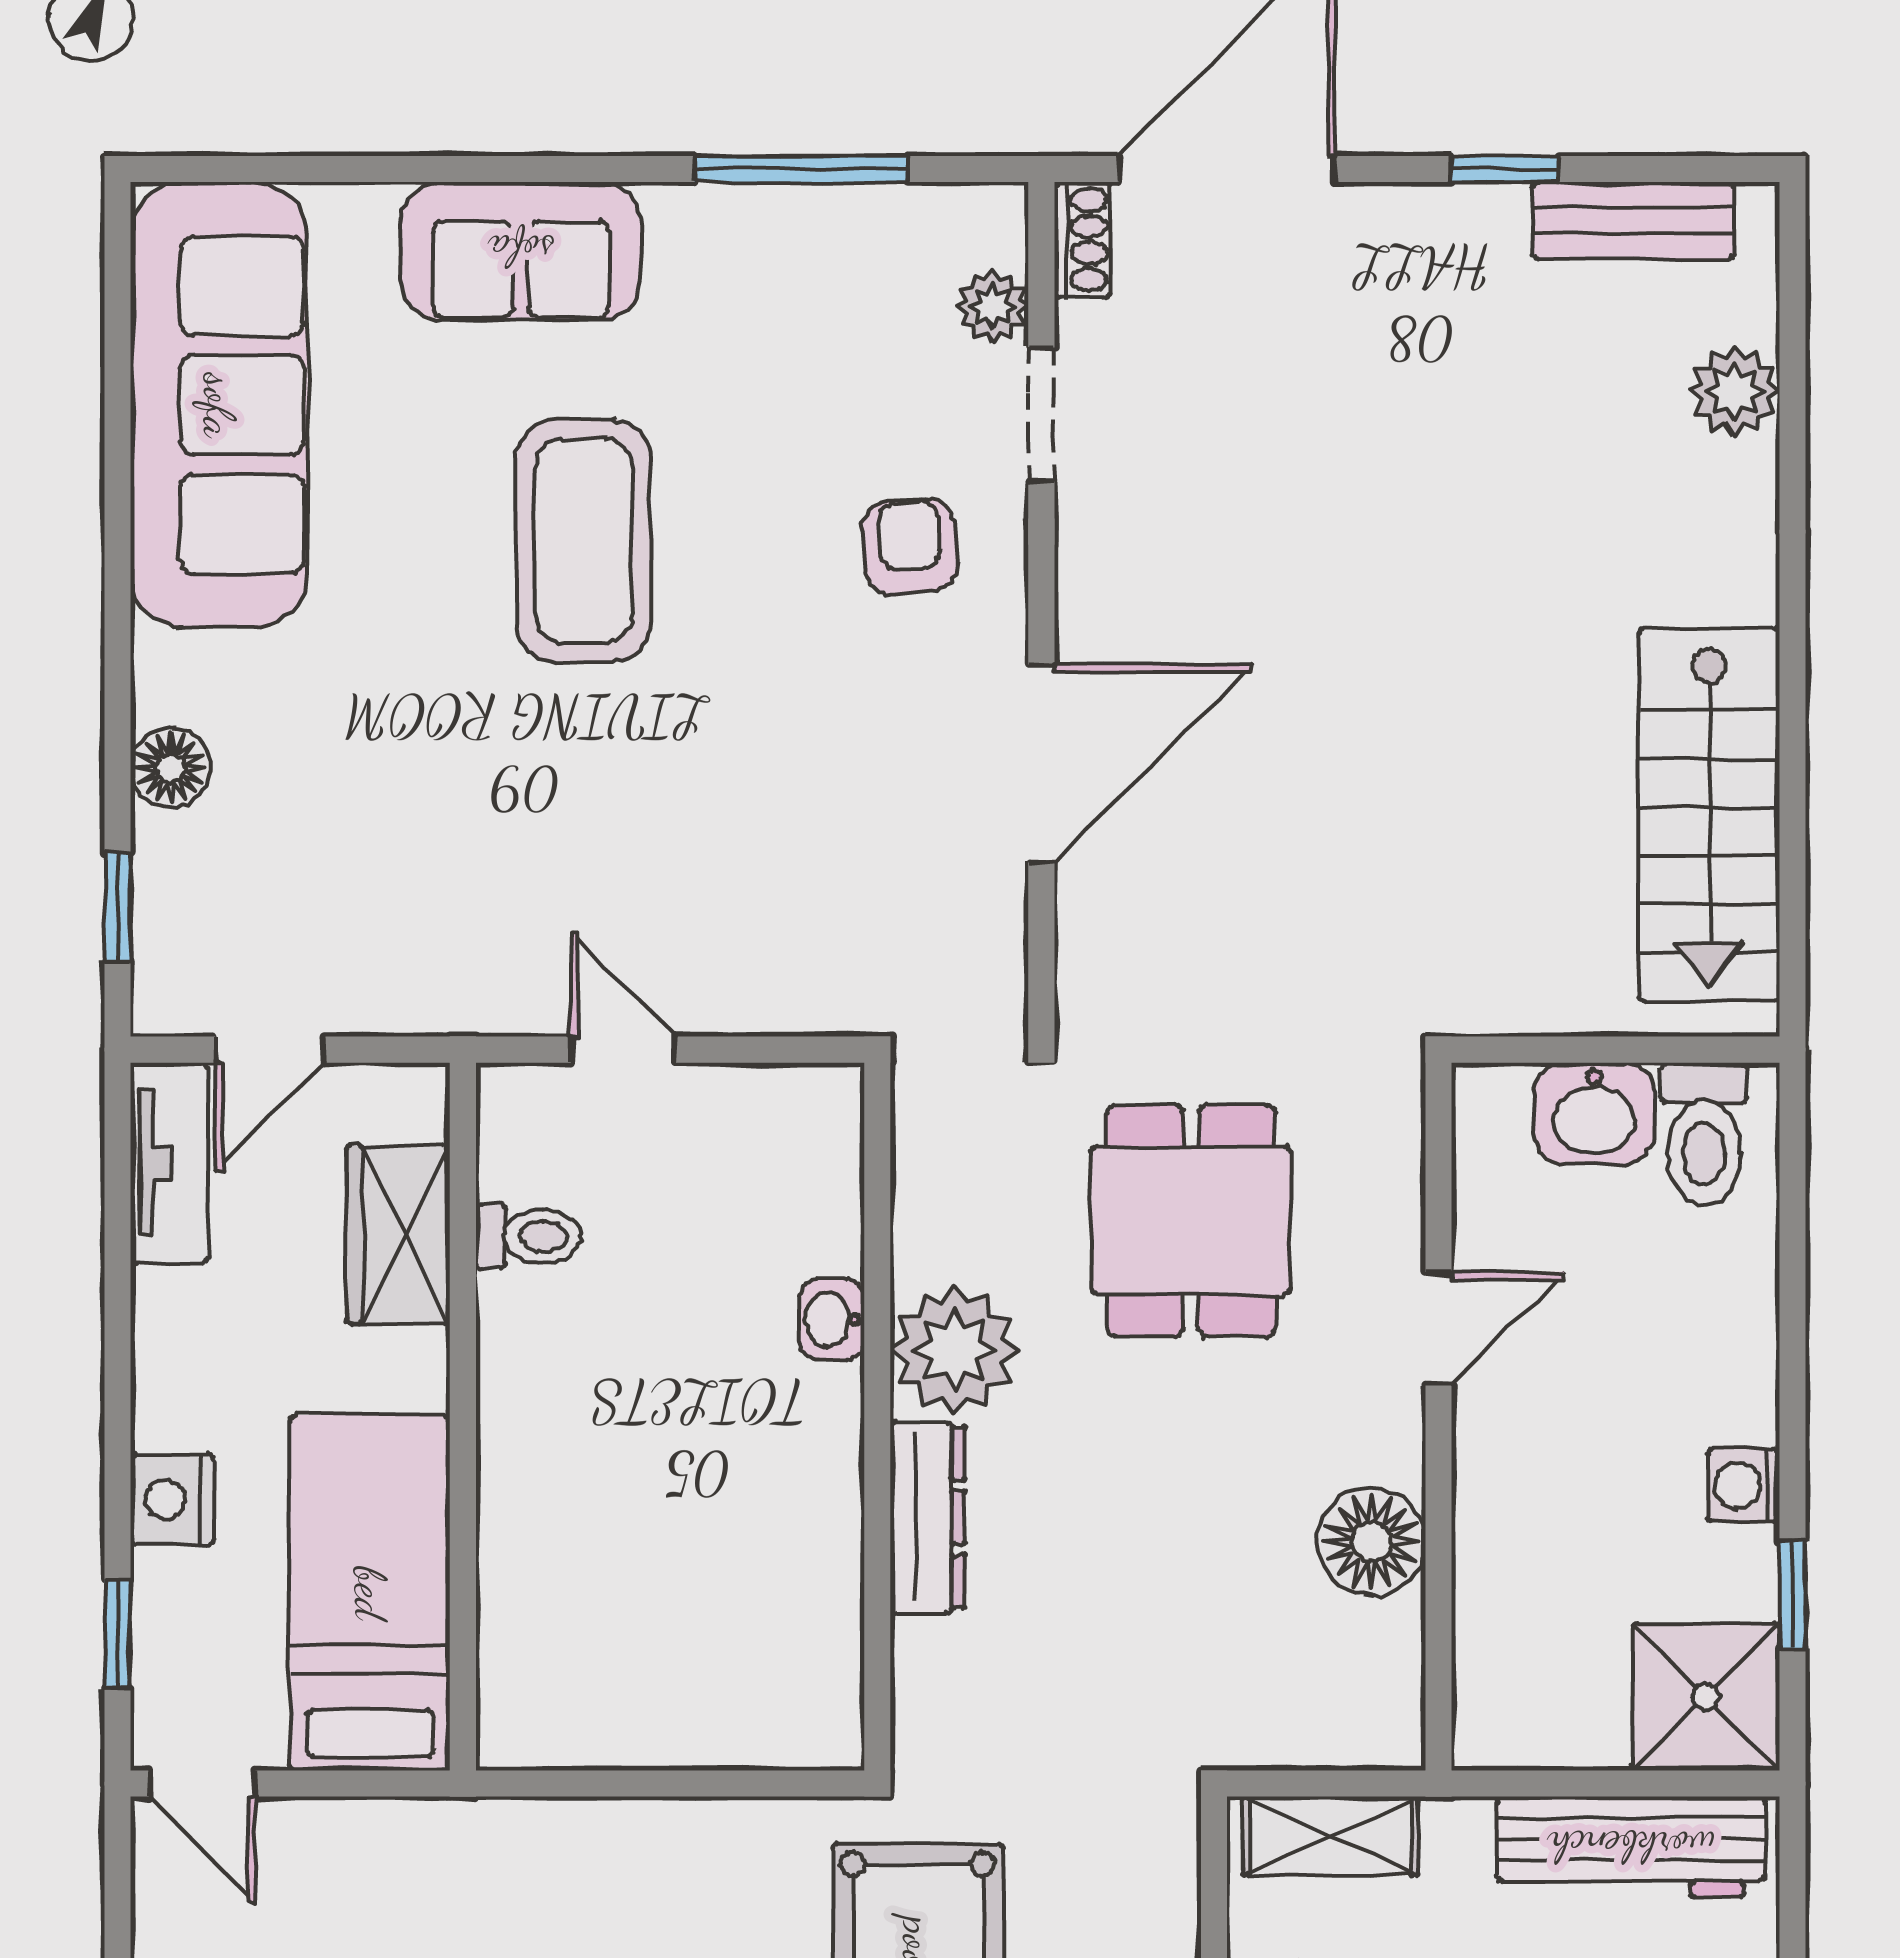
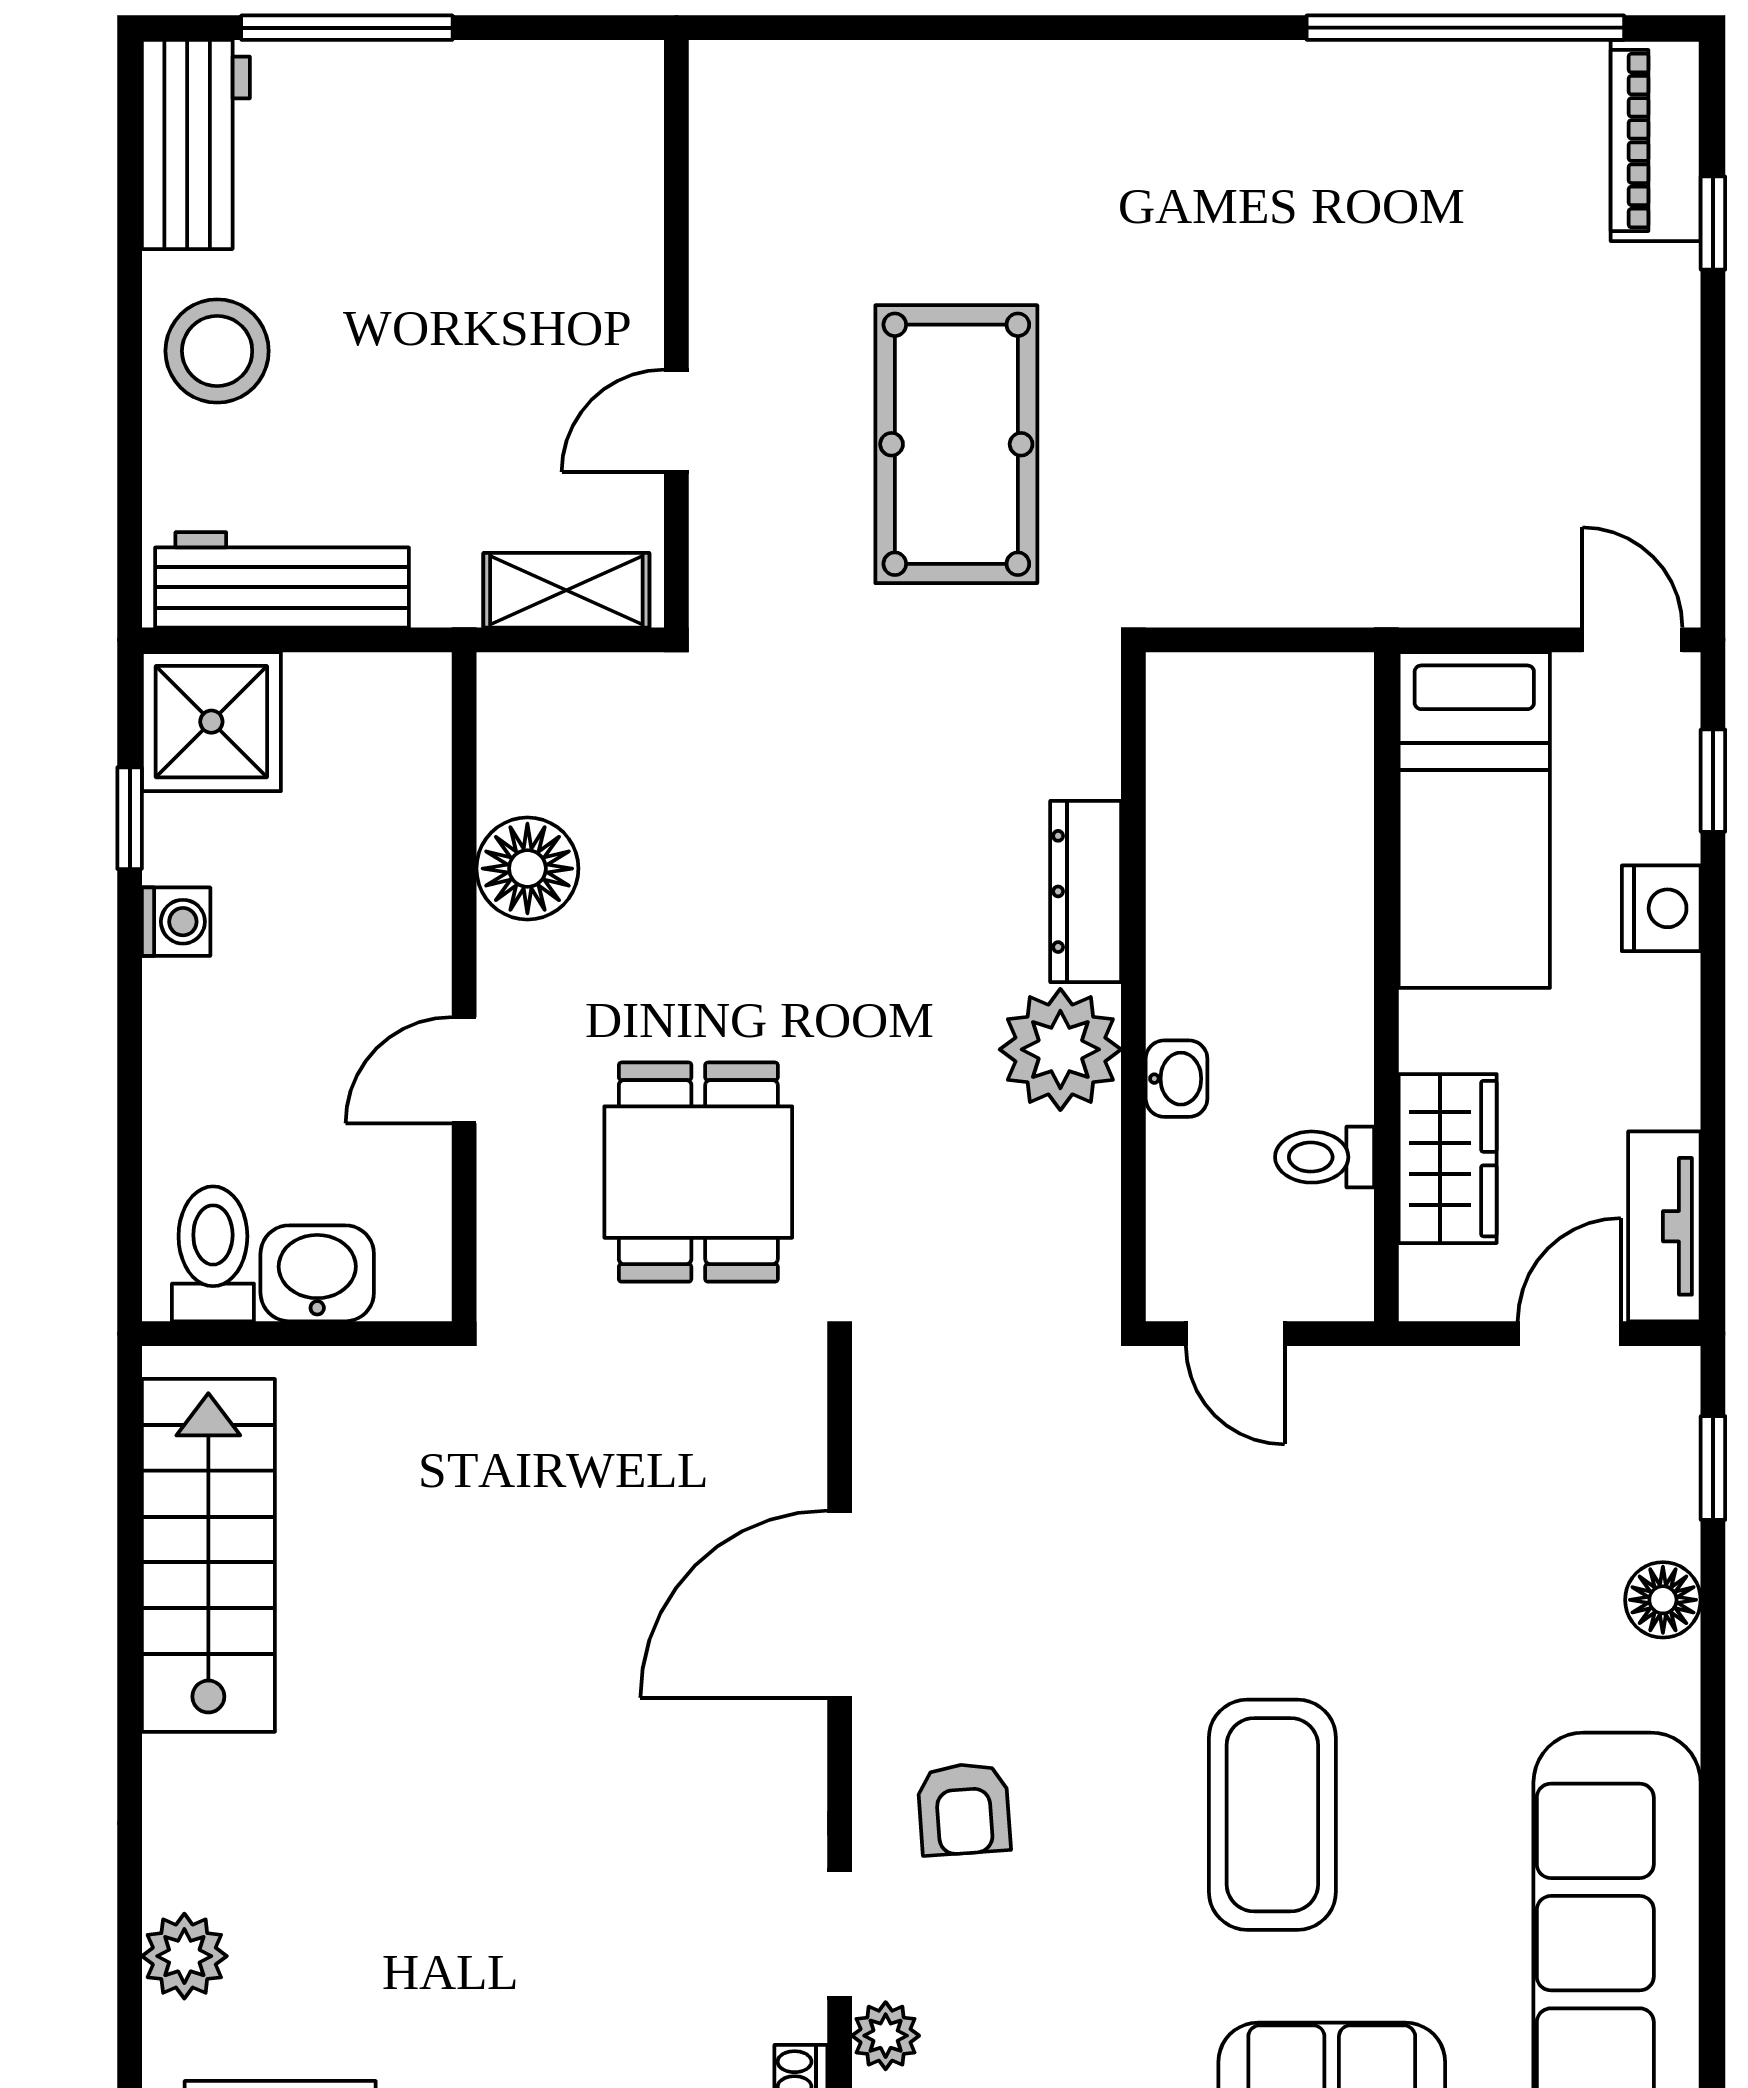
washbasin: (832, 1319) -> (1177, 1079), moved
plant: (955, 1350) -> (1060, 1049), moved
wall: (877, 1417) -> (1133, 987), moved
dresser: (928, 1517) -> (1086, 891), moved

